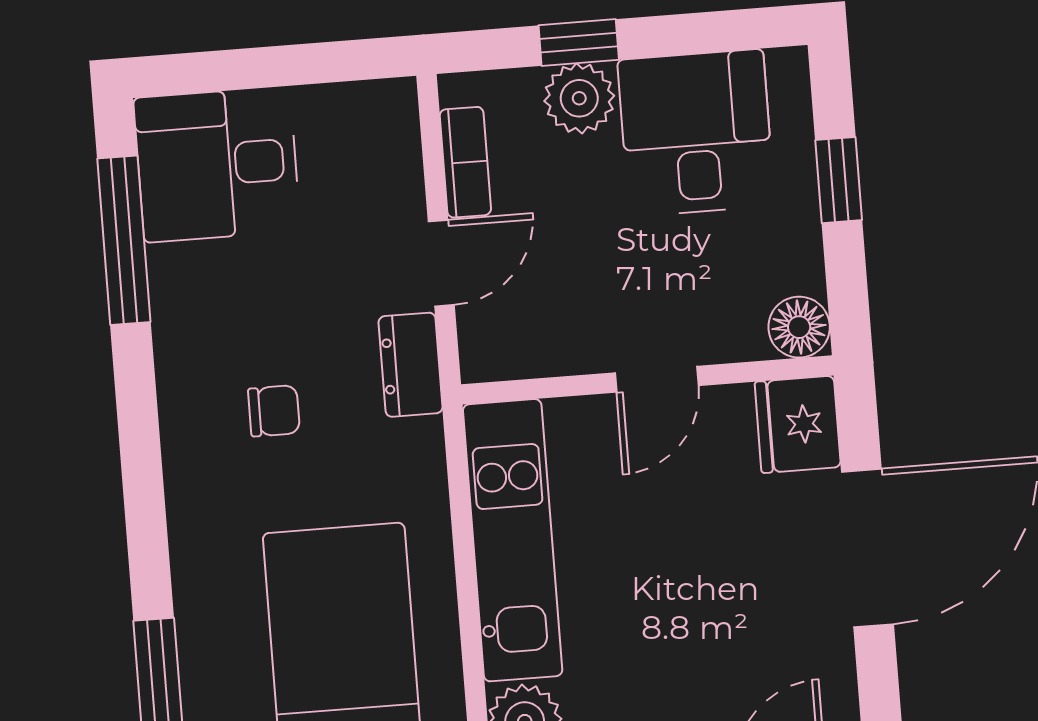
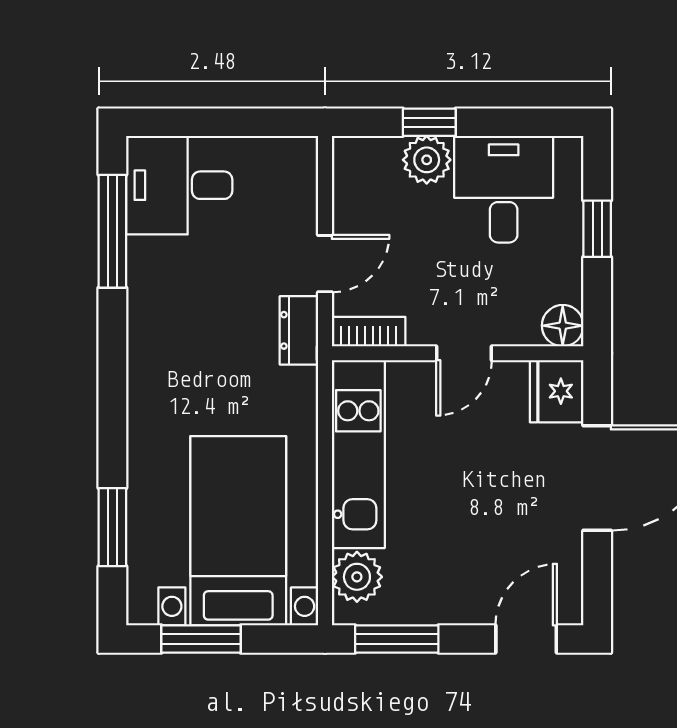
bookcase: (465, 162) -> (369, 332), moved, turned -90
chair: (274, 411) -> (204, 354), removed

